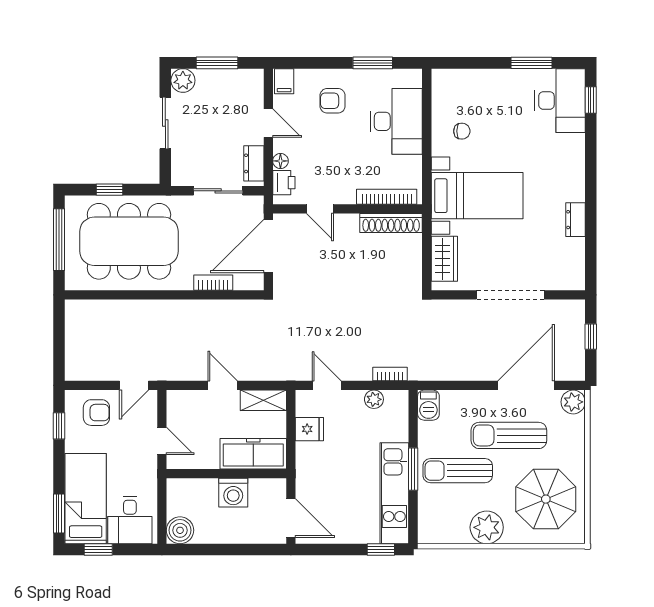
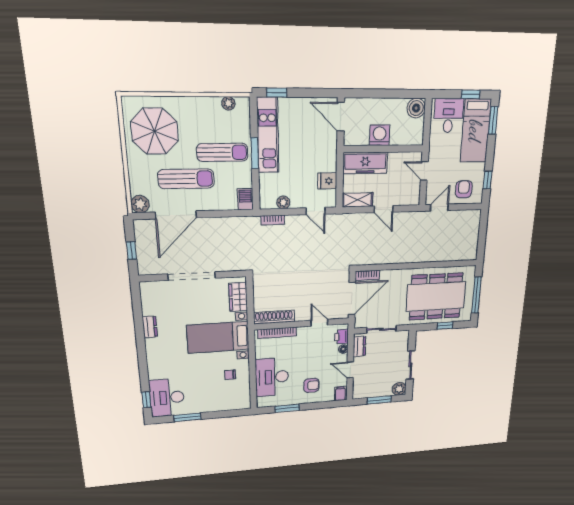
bookcase: (213, 283) -> (367, 275), moved
armchair: (96, 413) -> (464, 189), turned 90
plant: (487, 527) -> (228, 103), moved, width x0.53, depth x0.53

